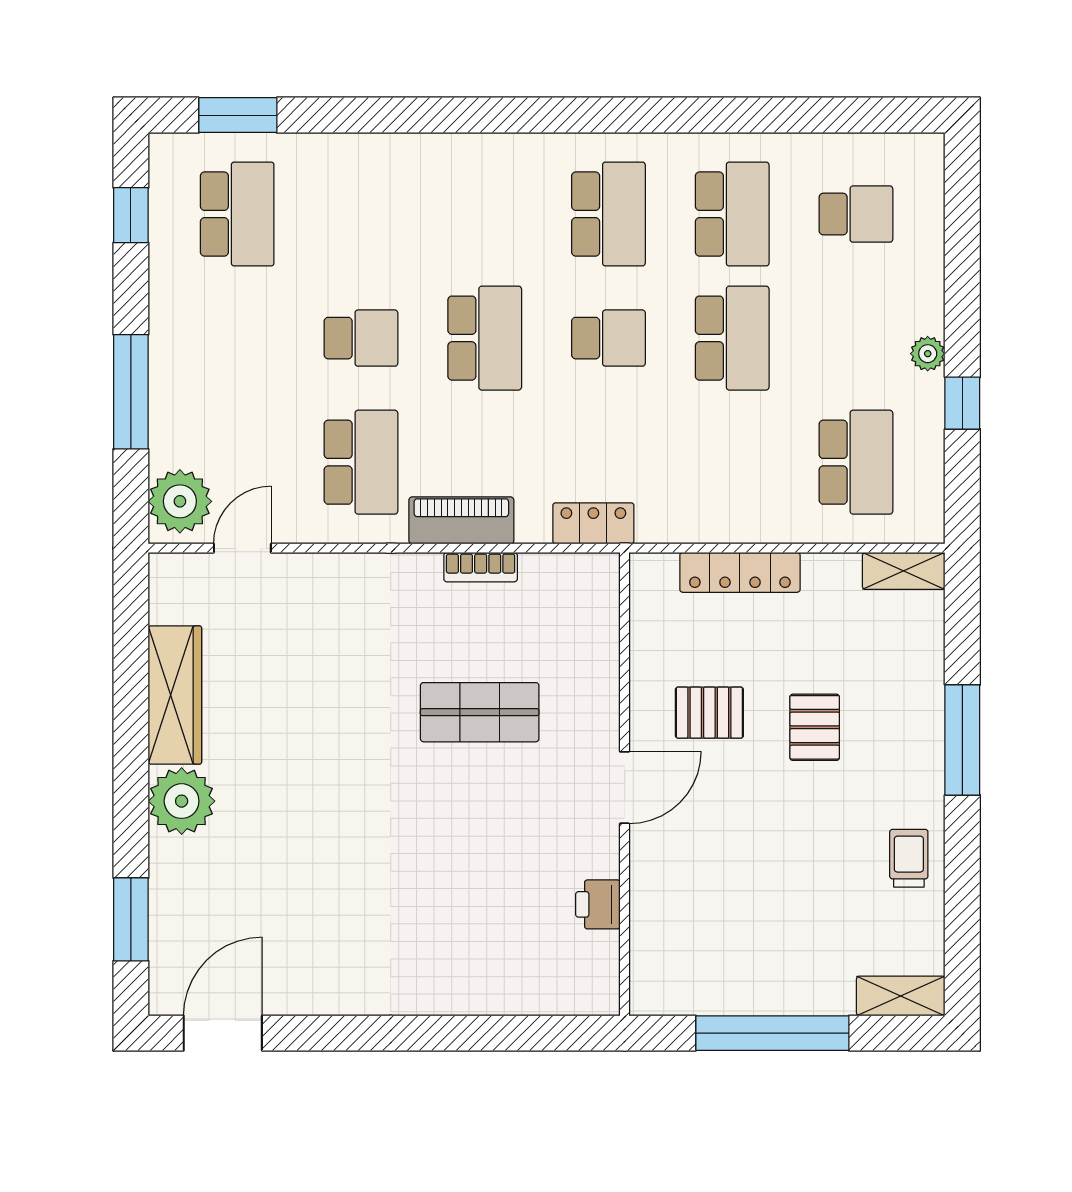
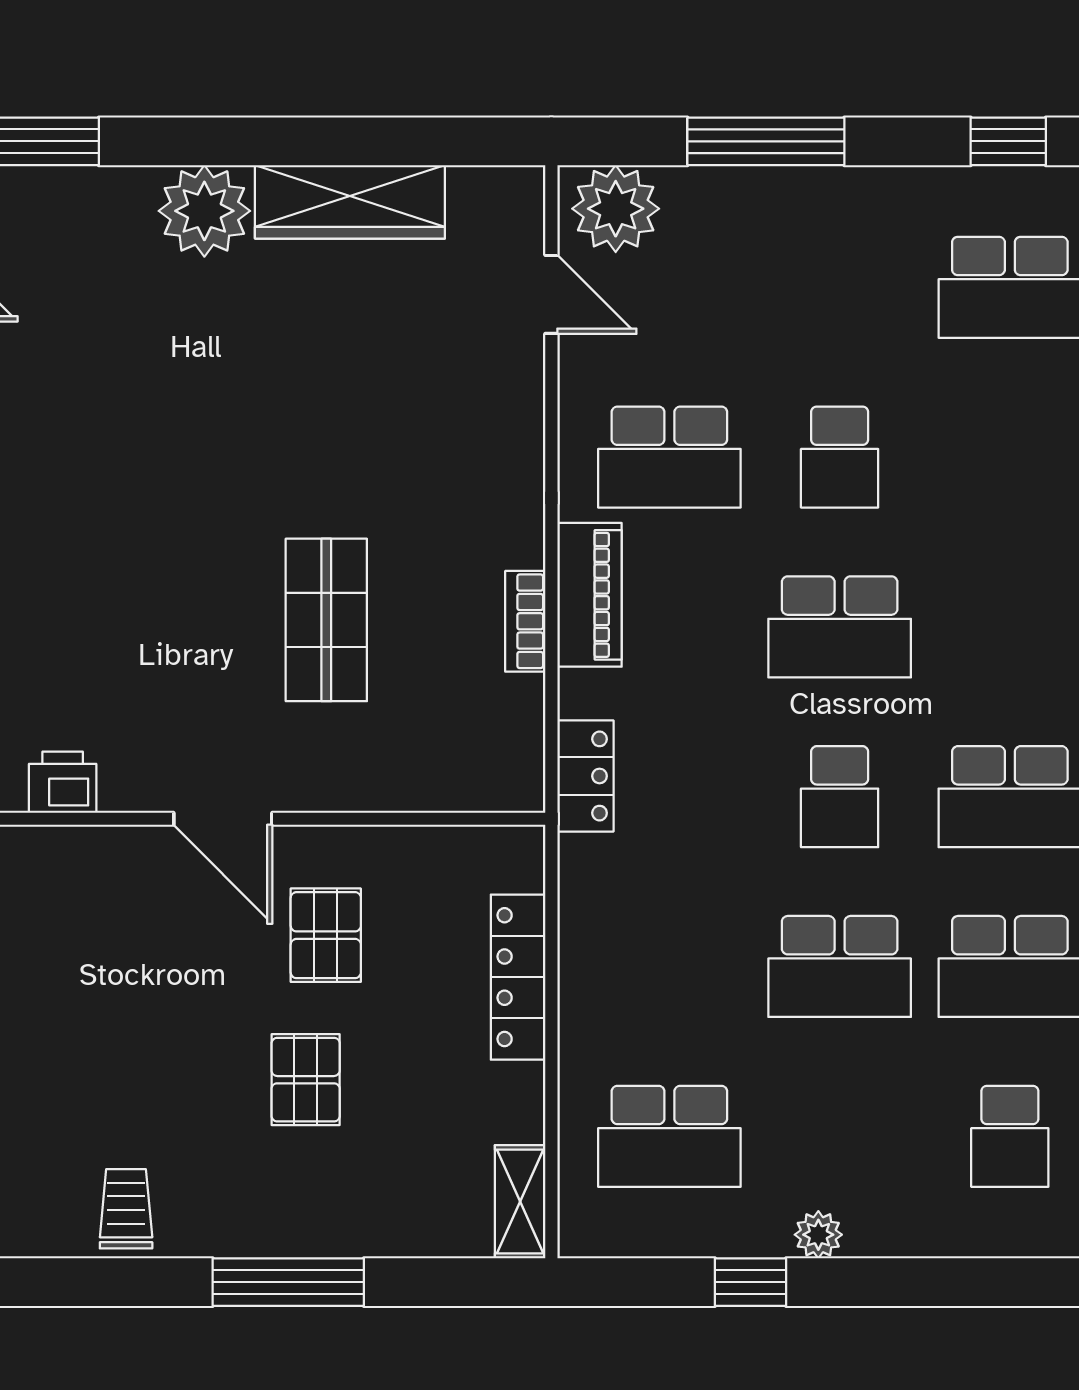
pallet: (815, 727) -> (306, 1080), turned 90
trolley: (909, 858) -> (126, 1209), turned -90

